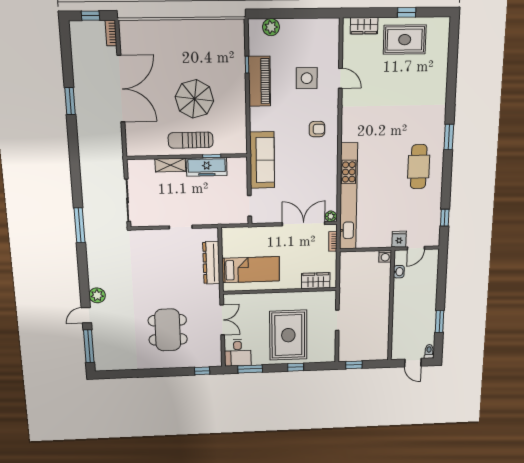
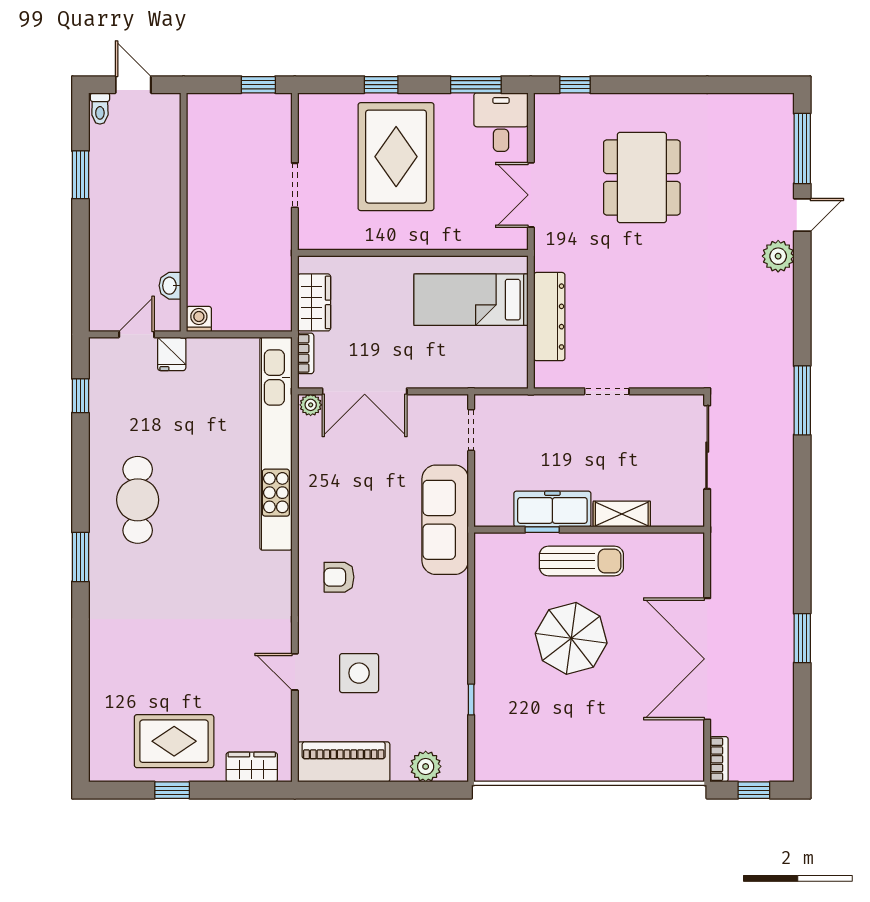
piano: (259, 81) -> (344, 762), moved, turned 90
wardrobe: (316, 281) -> (314, 302), moved, turned -90

